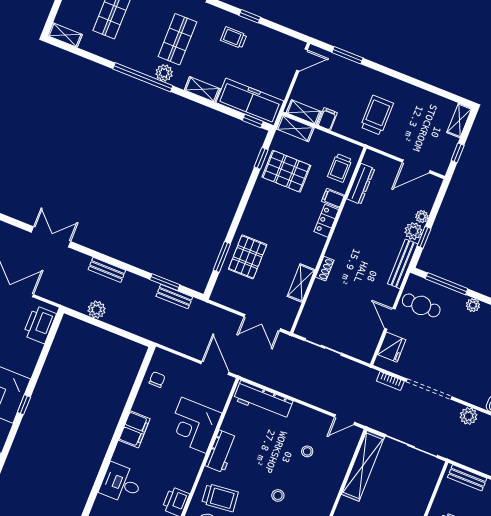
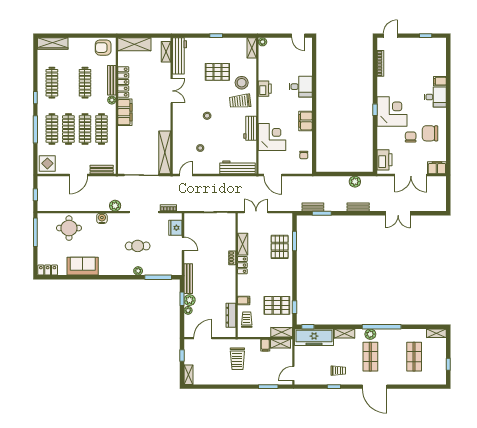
locker: (326, 221) -> (242, 265), moved
cafe table: (421, 305) -> (138, 246), moved

